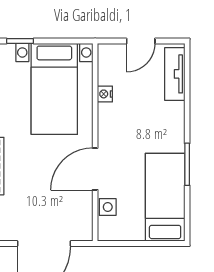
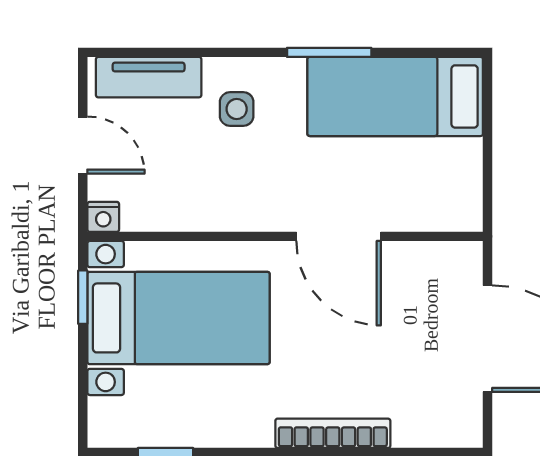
window: (20, 41) -> (83, 297), moved
nightstand: (105, 94) -> (103, 217), moved
side table: (108, 207) -> (237, 109), moved

